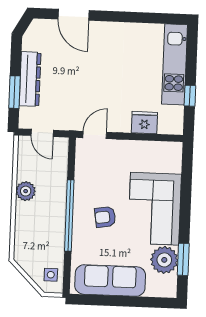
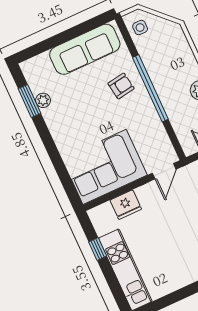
corner sofa: (155, 209) -> (105, 167), moved, turned -90
armchair: (105, 217) -> (121, 86), moved
plant: (164, 260) -> (43, 100), width x0.53, depth x0.53

